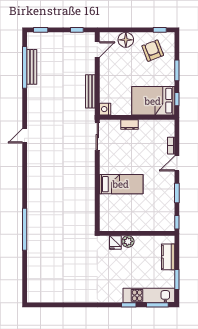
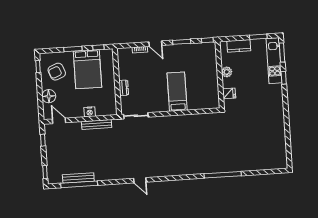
bed: (153, 101) -> (87, 69), moved
nightstand: (105, 109) -> (90, 112), moved
plant: (128, 241) -> (227, 72), moved

